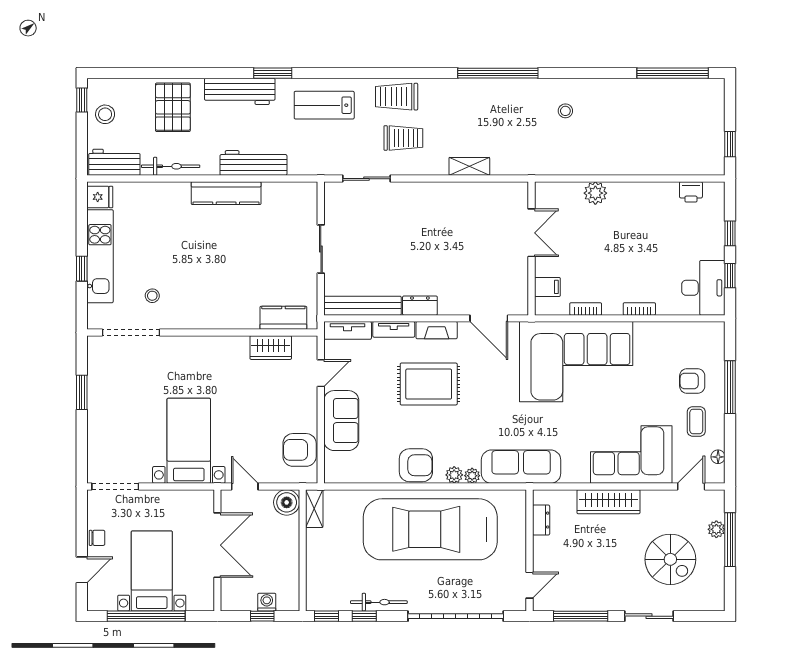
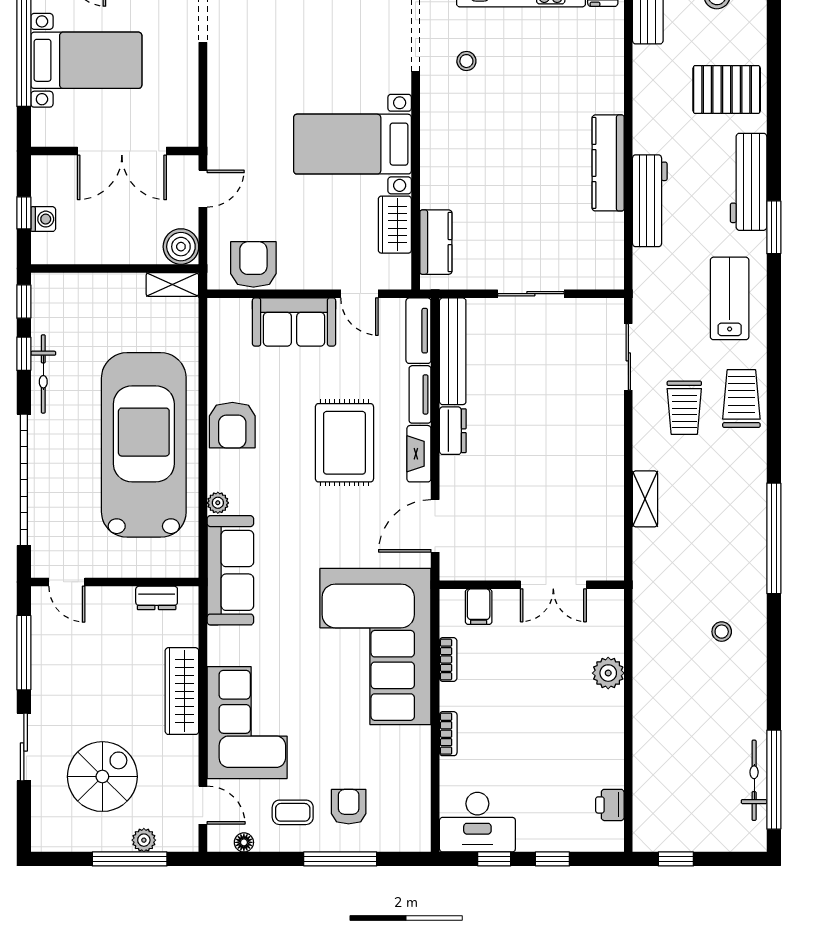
bicycle: (171, 166) -> (754, 780), moved, turned 180
bed with nightstands: (189, 441) -> (353, 144), moved, turned 180
plant: (454, 475) -> (219, 478), removed
spiral stairs: (670, 559) -> (102, 777), turned 180

